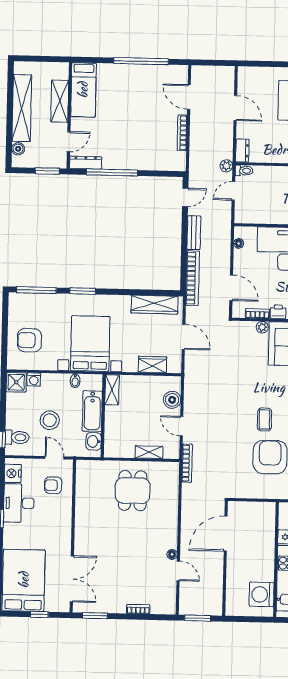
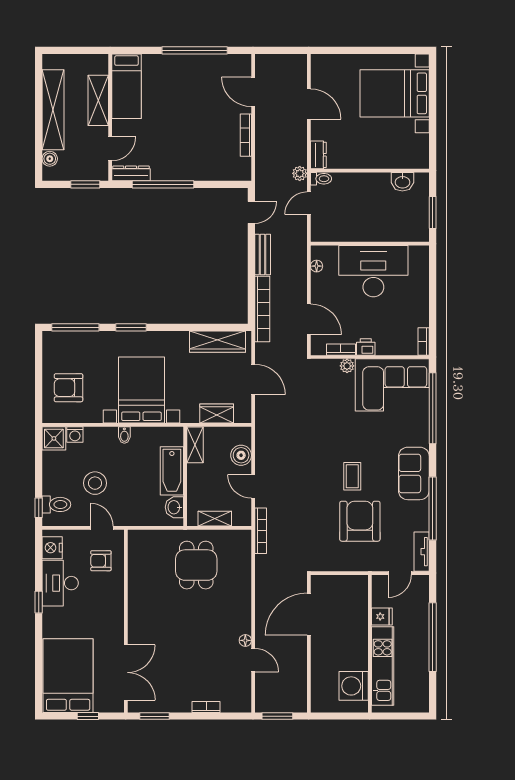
shelving: (112, 390) -> (195, 445), moved
bathtub: (92, 411) -> (172, 471), moved
wall: (103, 416) -> (185, 476), moved
washbasin: (94, 441) -> (174, 507), moved

